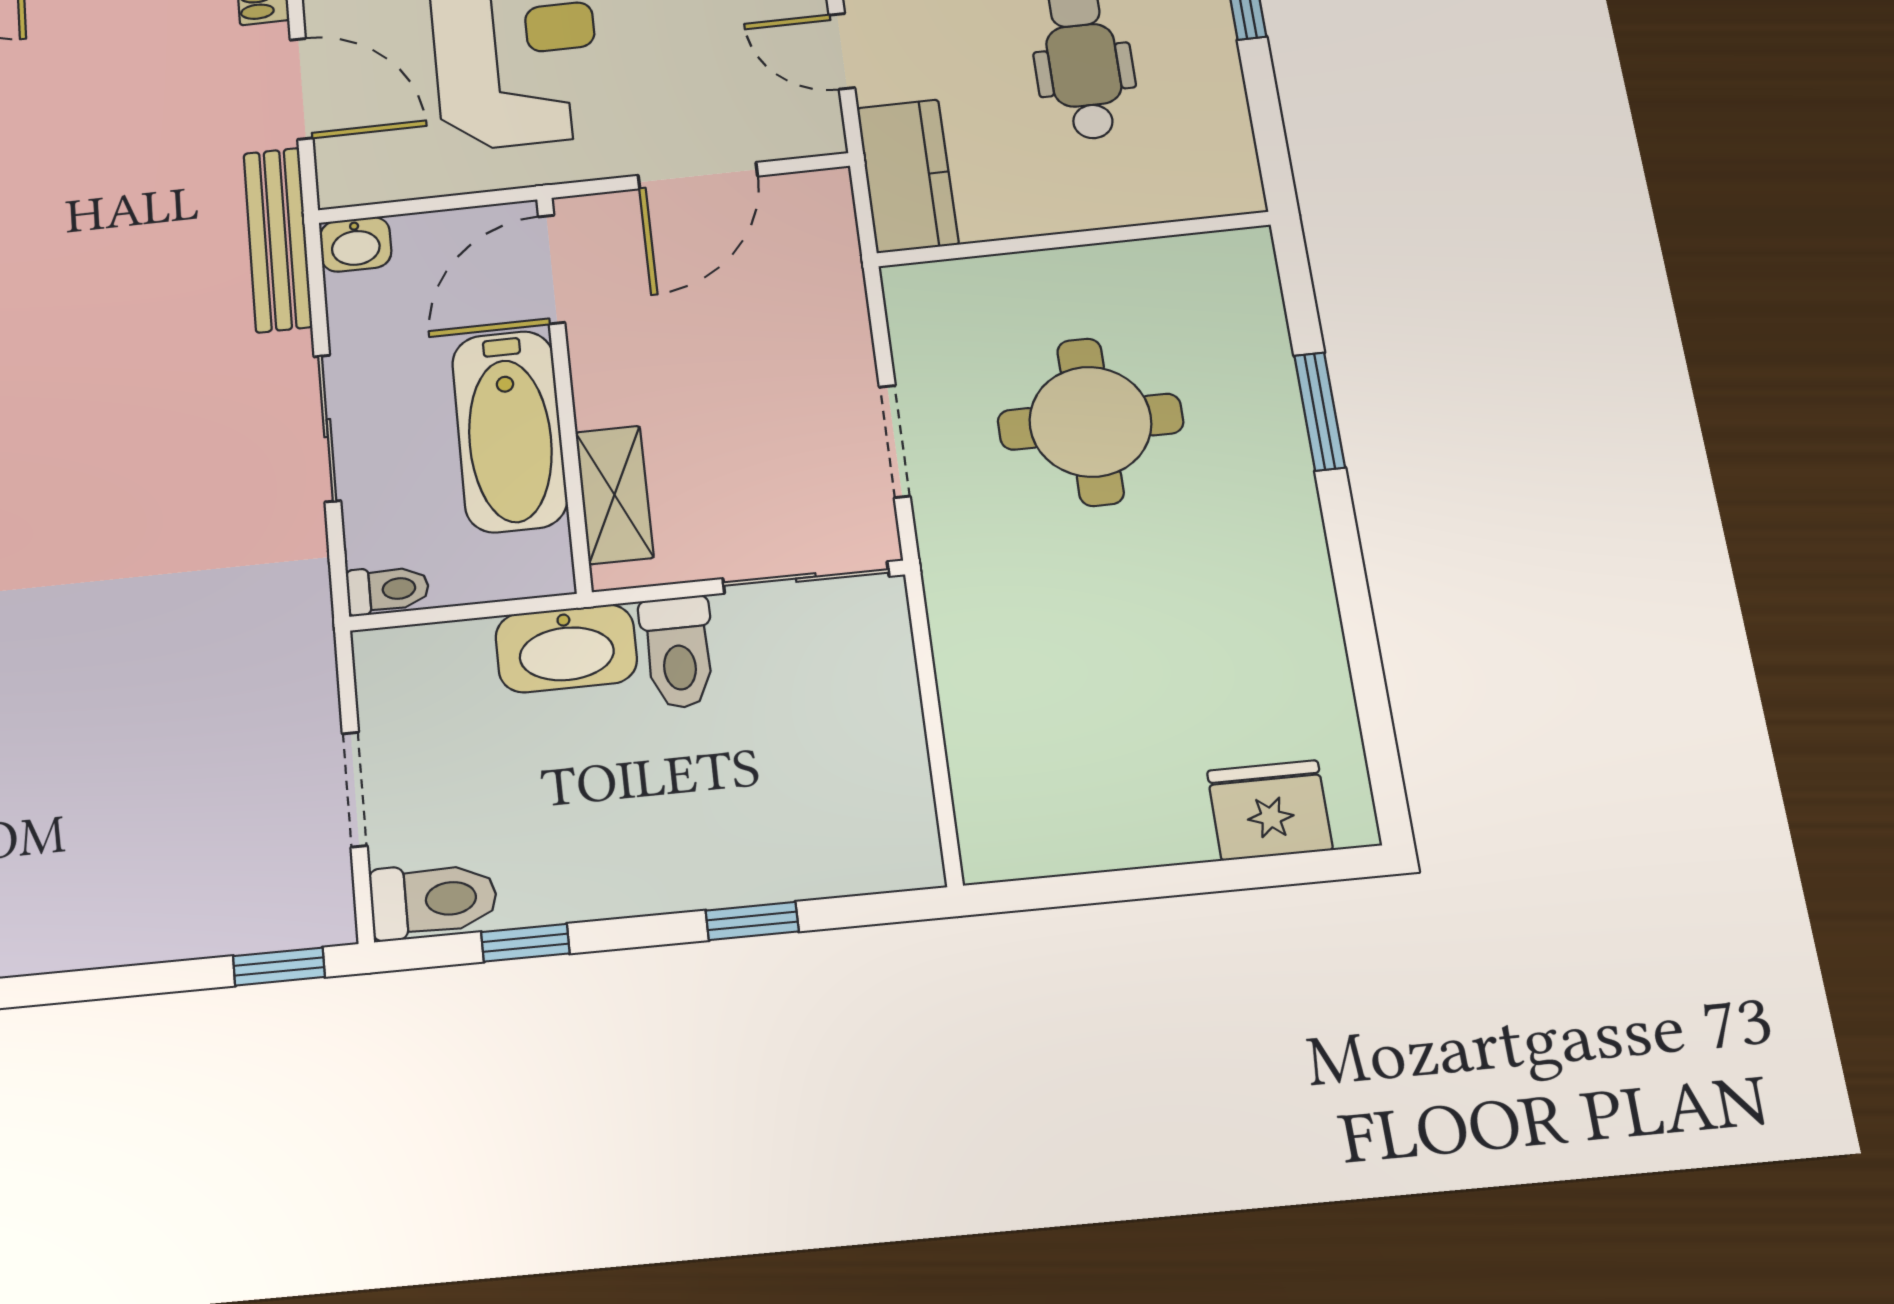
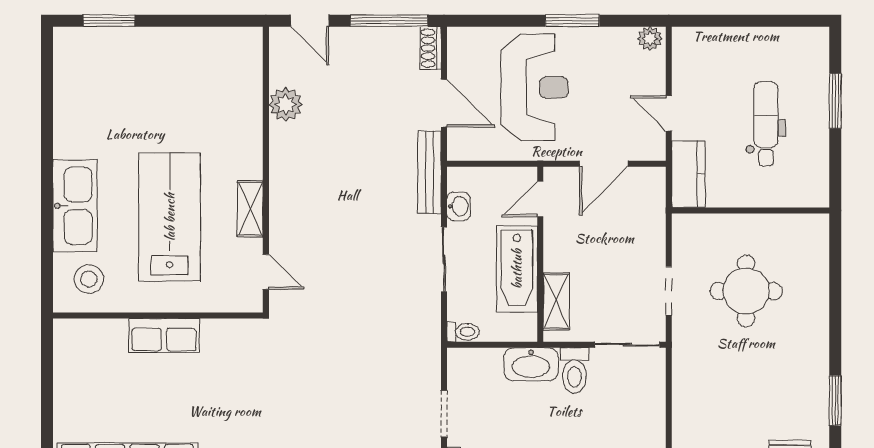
washbasin: (356, 244) -> (459, 206), moved, turned -90
door: (552, 269) -> (540, 199), width x0.73
window: (1320, 411) -> (835, 401), moved

